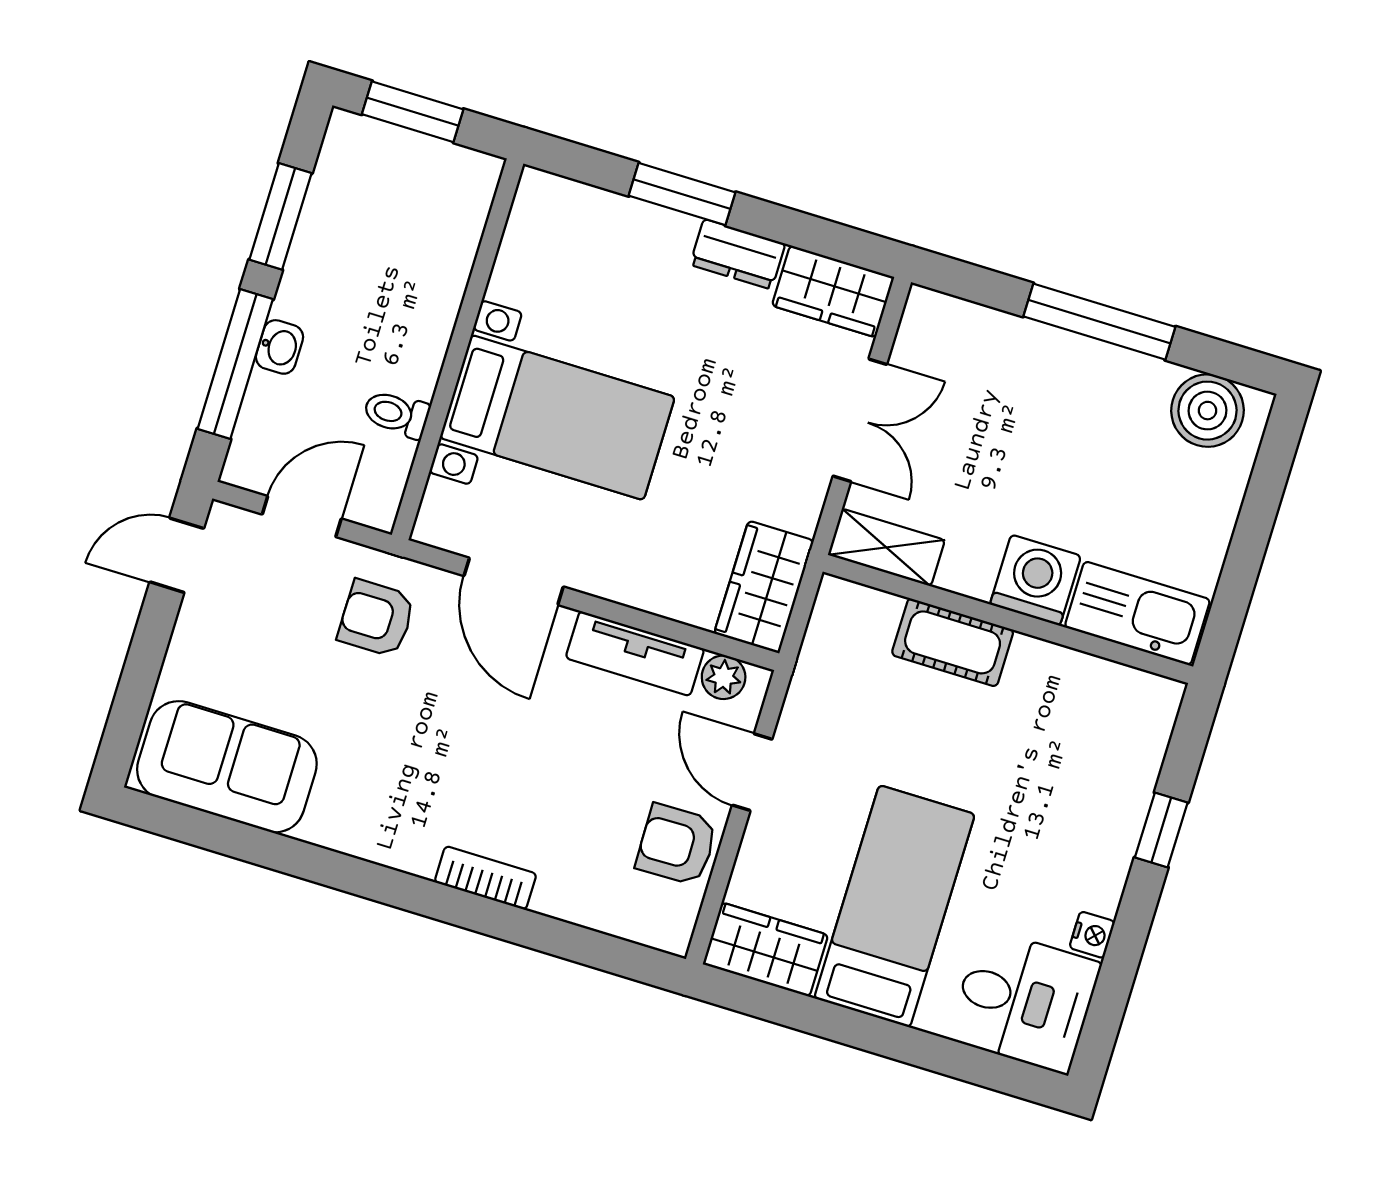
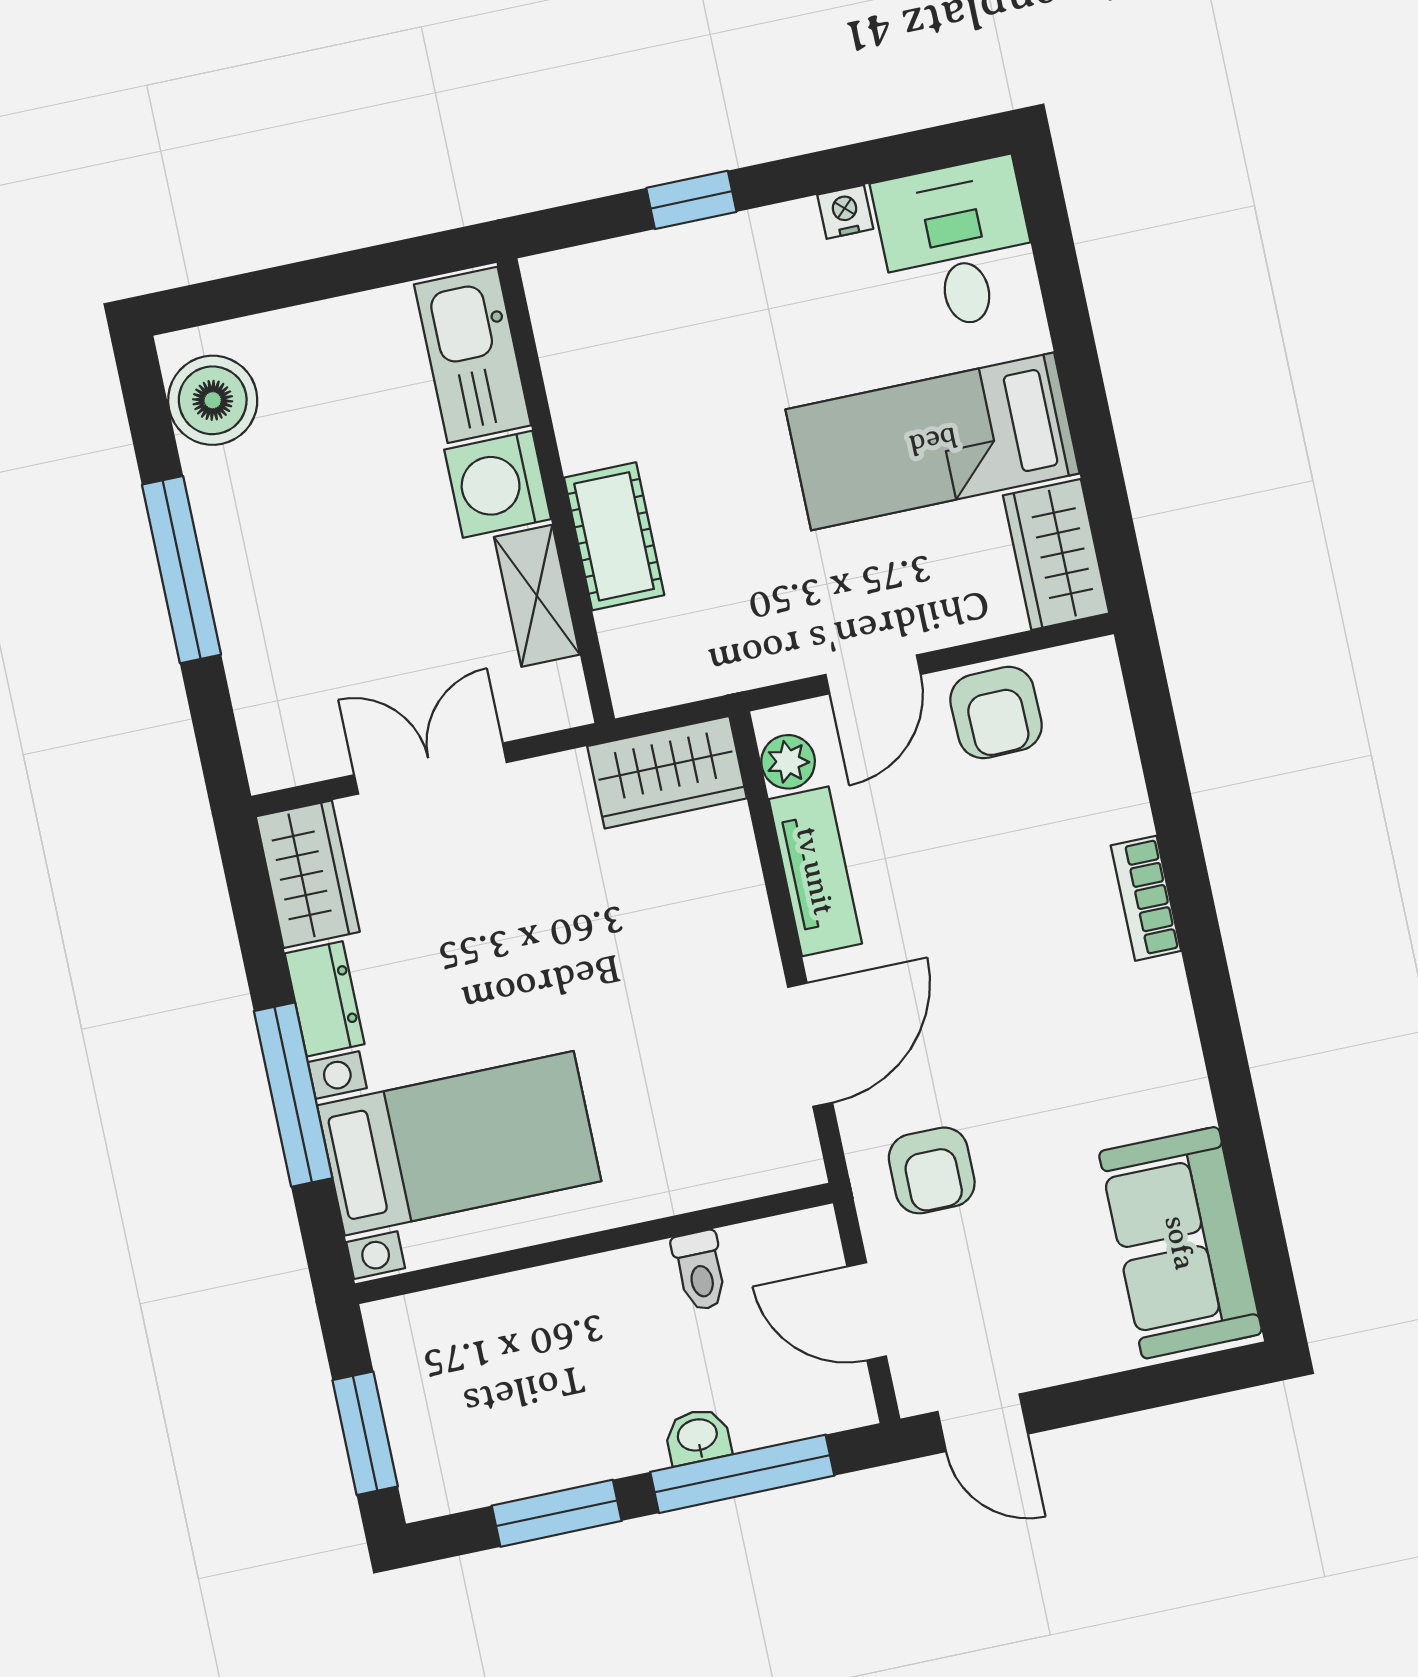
window: (682, 194) -> (293, 1095), width x1.44
bed with nightstands: (557, 417) -> (459, 1143), moved, turned 90
shelving: (886, 547) -> (537, 596), moved

